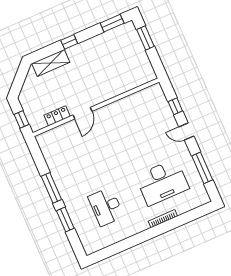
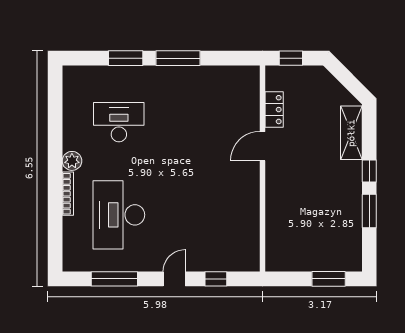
window: (112, 23) -> (369, 211), moved
door: (82, 113) -> (262, 146), hinge flipped
plant: (142, 225) -> (72, 161), added

